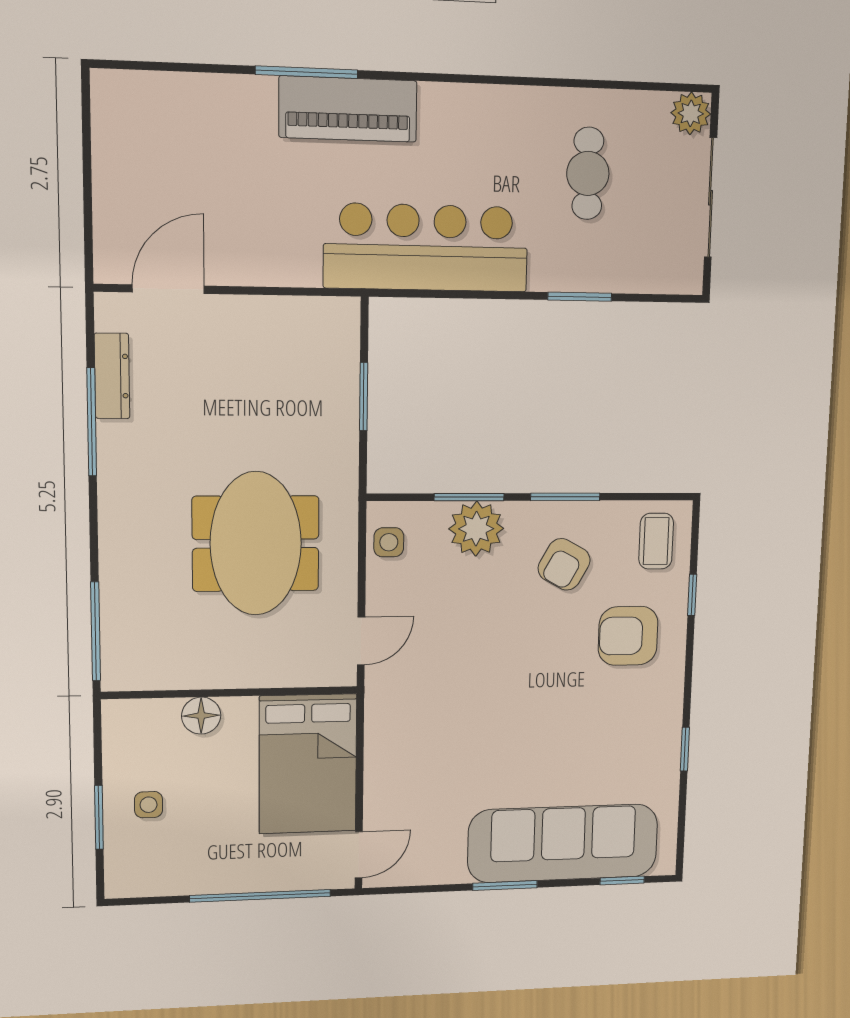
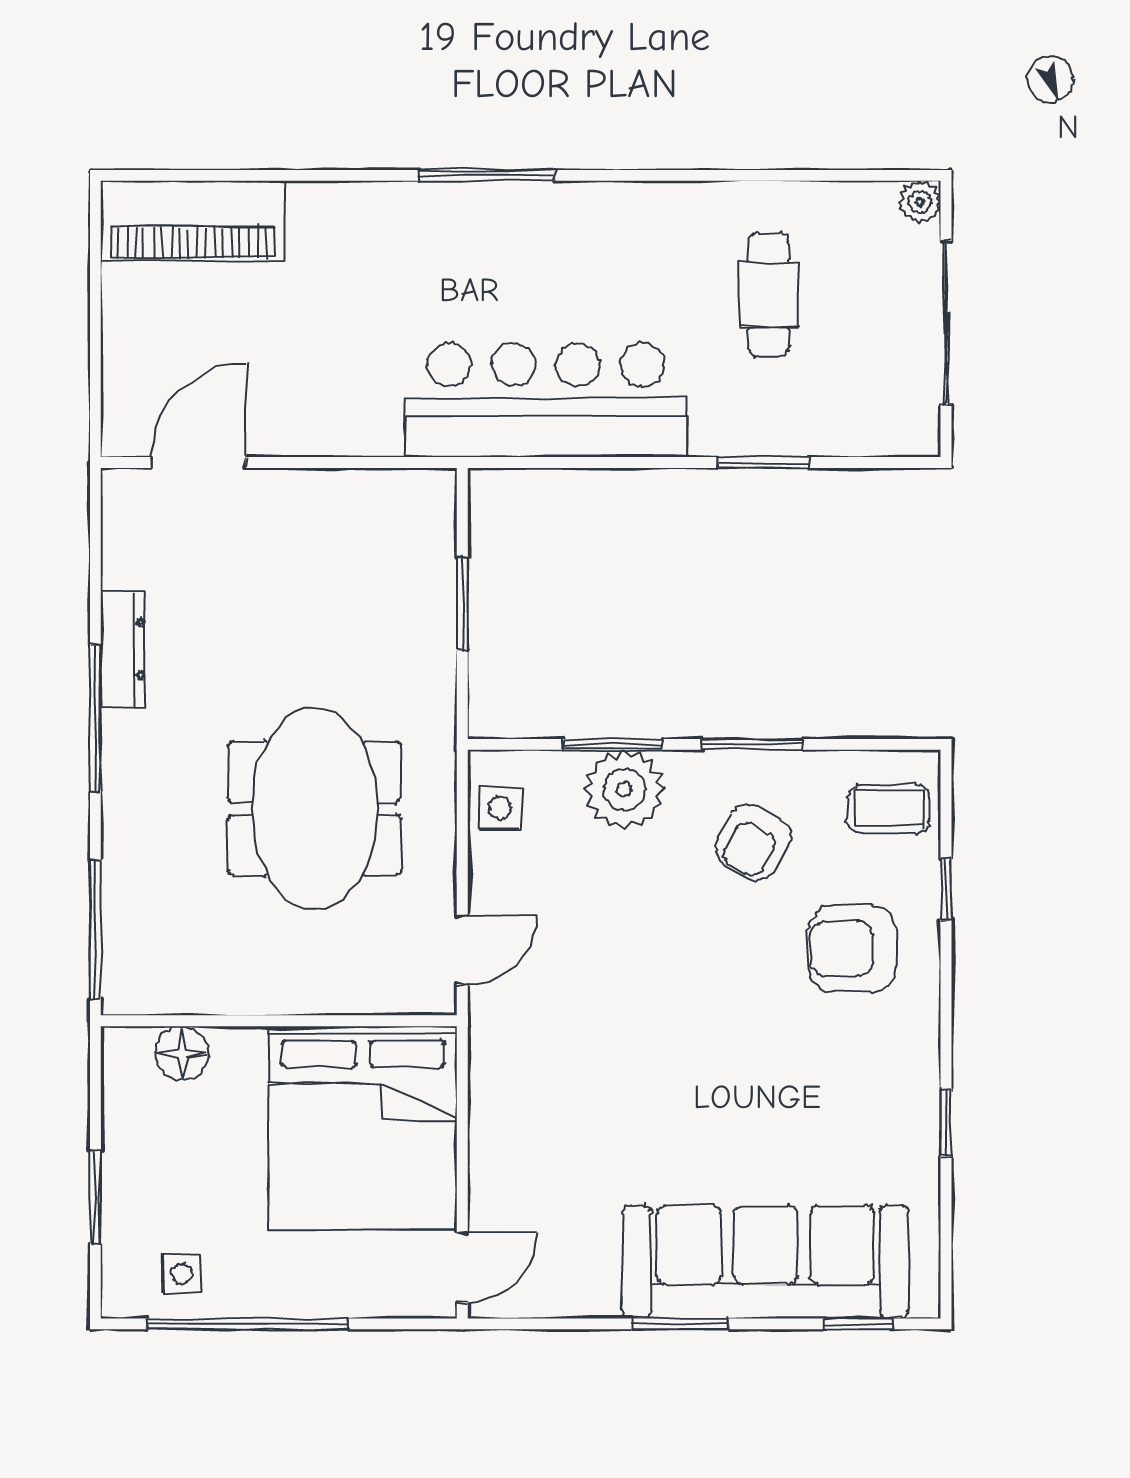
window: (307, 72) -> (487, 175), moved
piano: (348, 109) -> (193, 221), moved
plant: (691, 113) -> (920, 202), width x0.73, depth x0.73
dresser: (112, 376) -> (123, 649), moved
window: (92, 422) -> (95, 719), moved
coffee table: (656, 541) -> (888, 809), turned 90
floor lamp: (201, 716) -> (182, 1053), moved
bed: (308, 764) -> (363, 1128), width x1.36
side table: (149, 805) -> (182, 1274), moved
window: (260, 896) -> (247, 1324), moved

